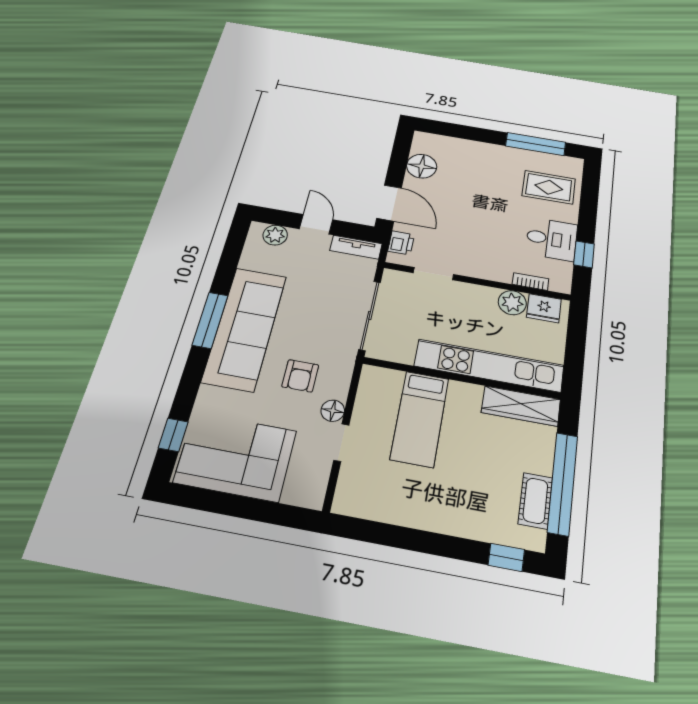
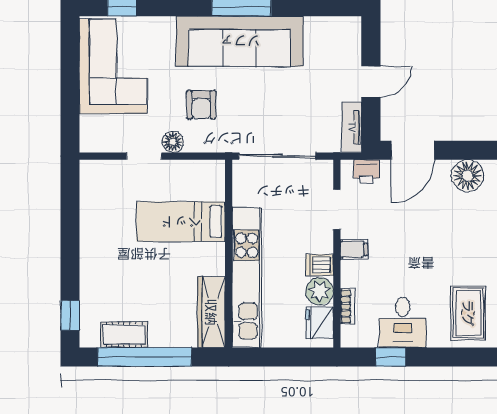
plant: (275, 235) -> (349, 44), removed
filing cabinet: (475, 266) -> (354, 249), added
dishwasher: (486, 298) -> (320, 265), added
armchair: (300, 376) -> (201, 105), turned -90

